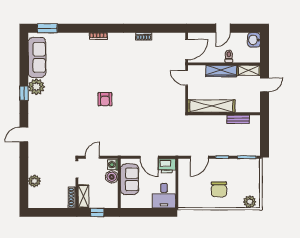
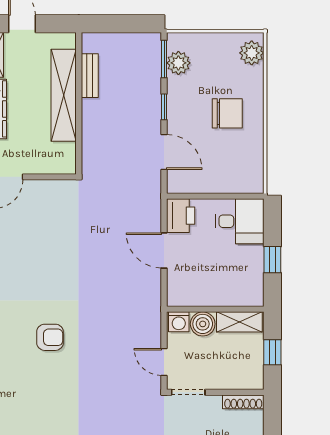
shelving: (211, 106) -> (64, 95), moved
door: (149, 157) -> (164, 250), swing flipped
plant: (245, 165) -> (178, 63), added
sofa: (130, 179) -> (207, 289), removed
shelving: (83, 196) -> (239, 322), moved
window: (144, 212) -> (272, 260), added

